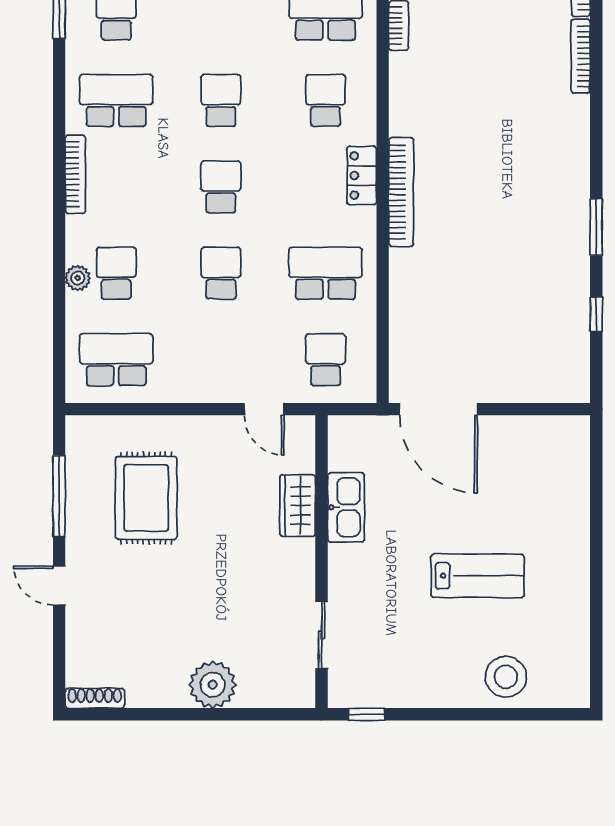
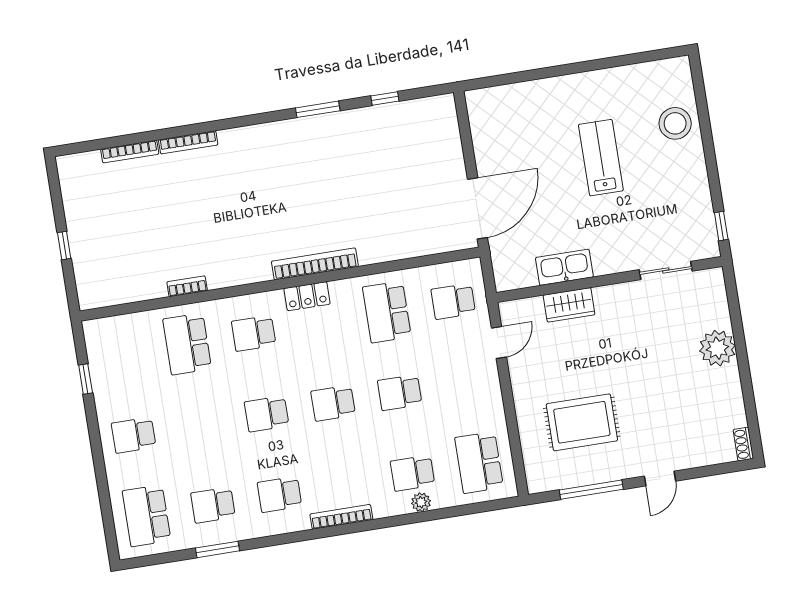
school desk: (116, 100) -> (280, 494), width x0.54
shoe rack: (95, 698) -> (743, 444), width x0.70

